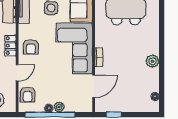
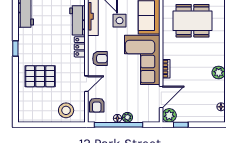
locker: (10, 46) -> (80, 47), moved
armchair: (31, 47) -> (100, 59), turned -90
plant: (102, 105) -> (169, 115), added

